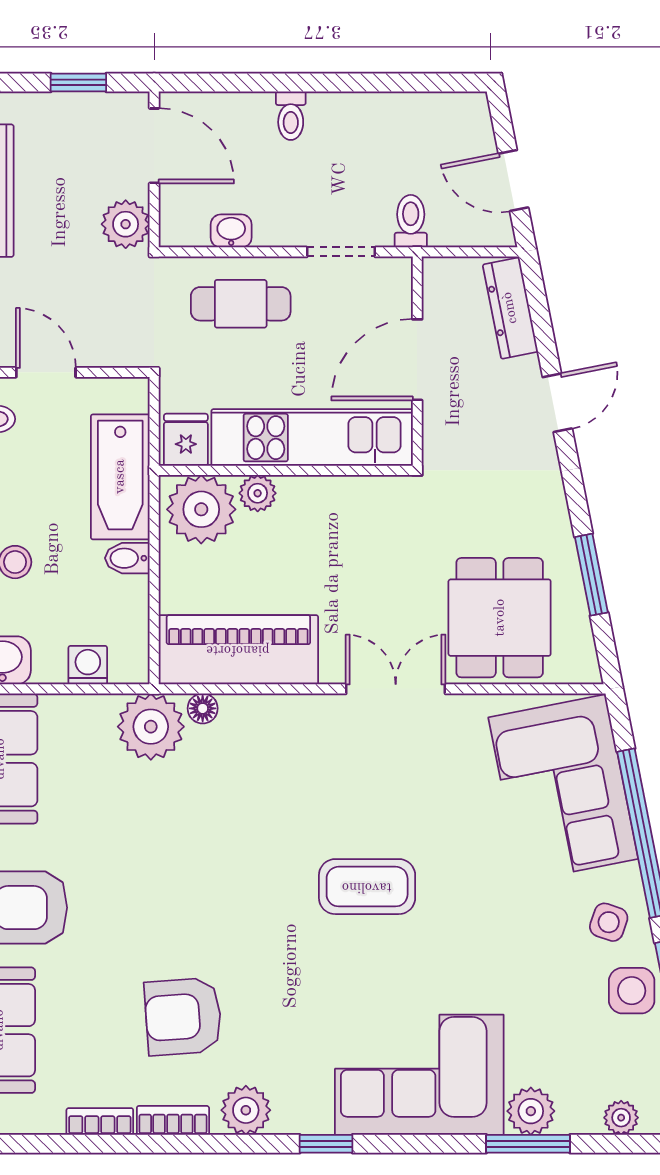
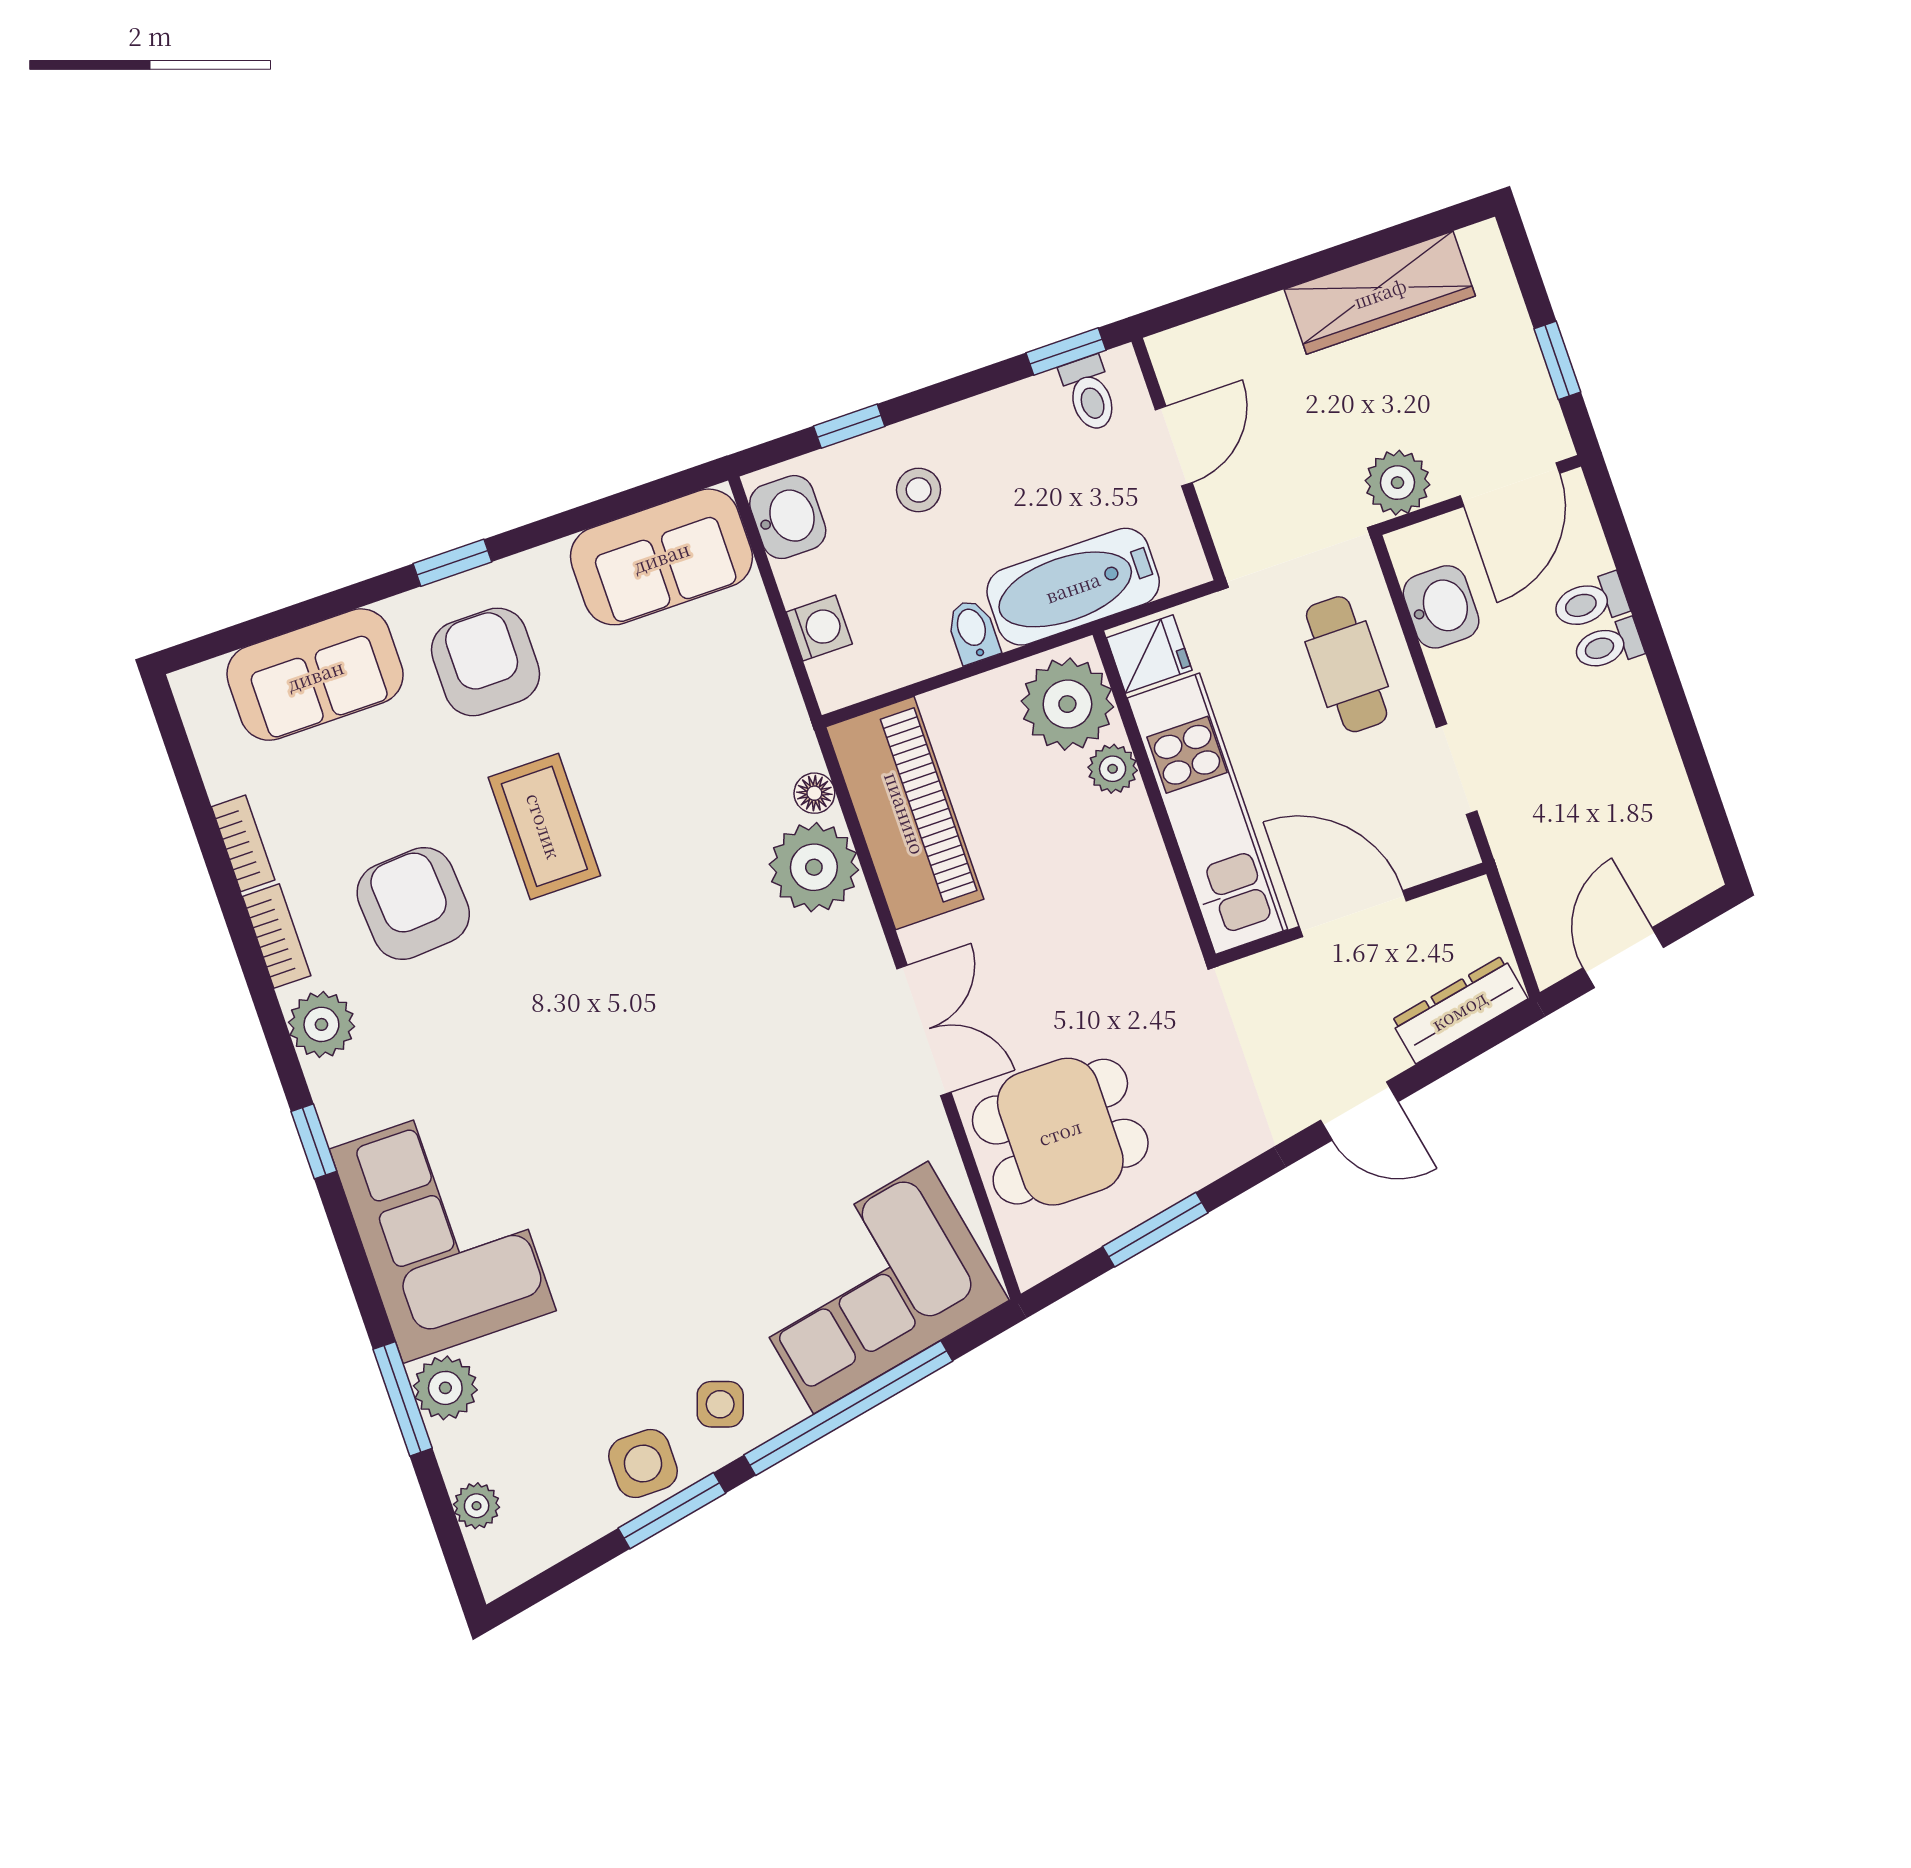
toilet: (411, 221) -> (1590, 602), moved, turned 180
washbasin: (231, 231) -> (1441, 607), width x1.38, depth x1.45
plant: (151, 727) -> (814, 867), moved
coffee table: (367, 887) -> (544, 826), moved

